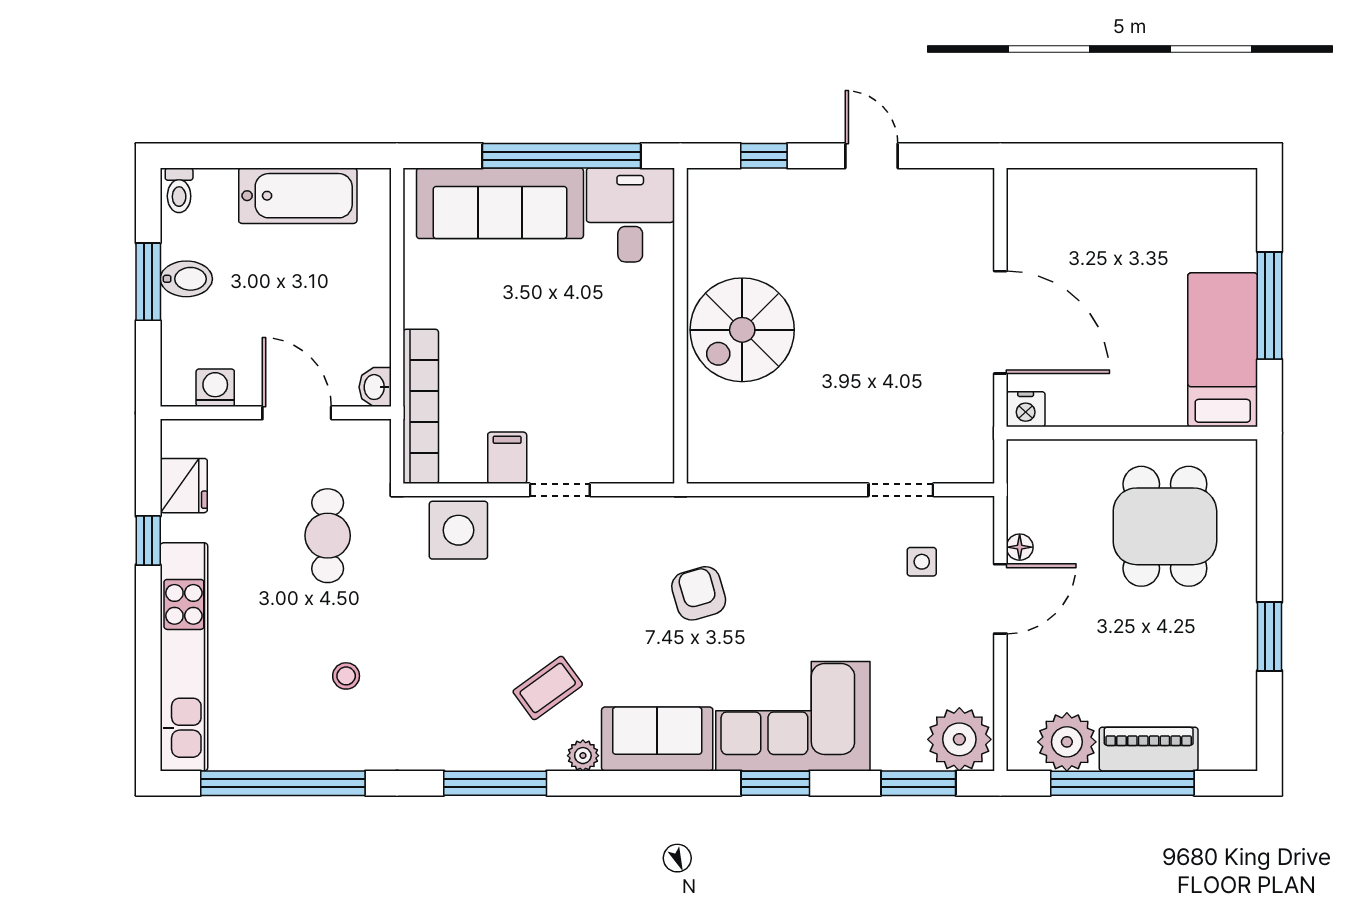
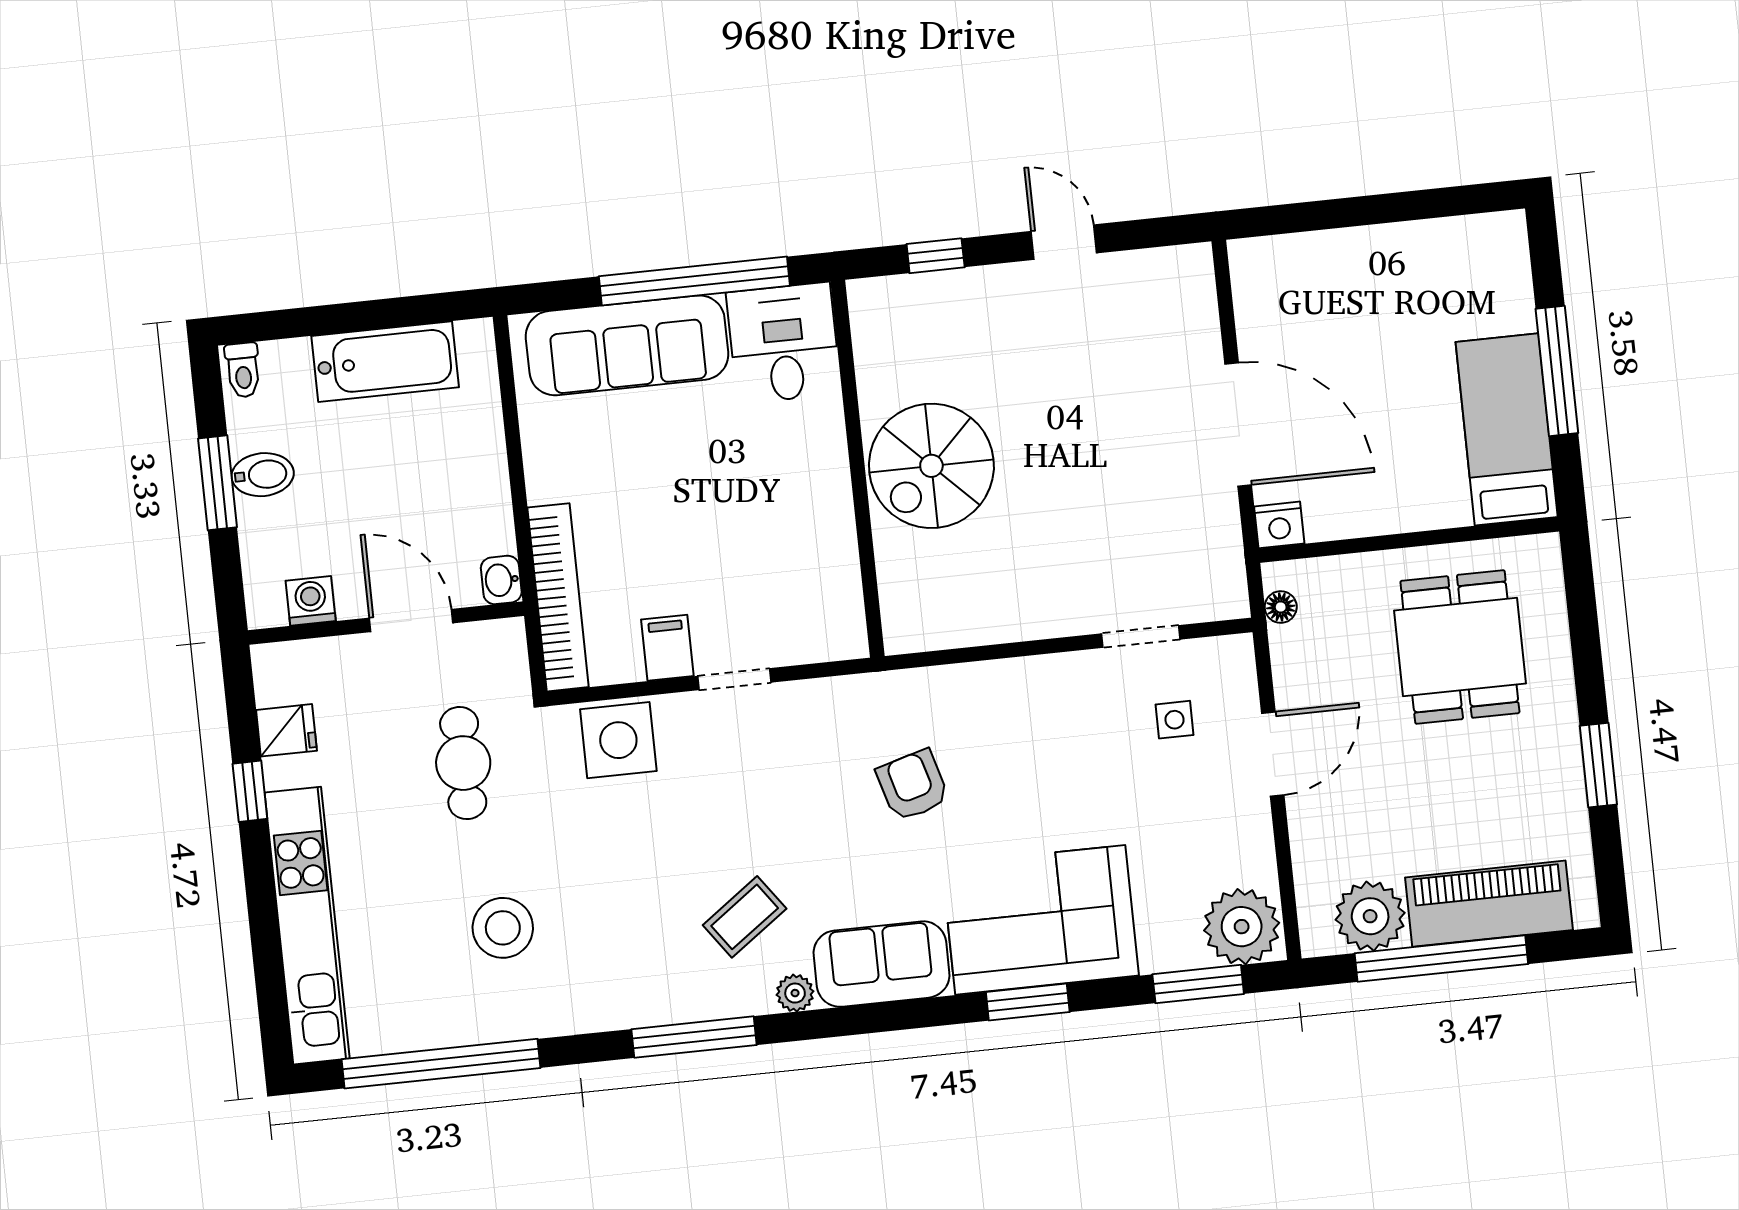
fridge: (184, 486) -> (286, 730), width x0.72
floor lamp: (1020, 547) -> (1281, 607), moved
stool: (346, 676) -> (503, 928), width x1.89, depth x1.89
piano: (1149, 749) -> (1489, 904), width x1.37, depth x1.33

